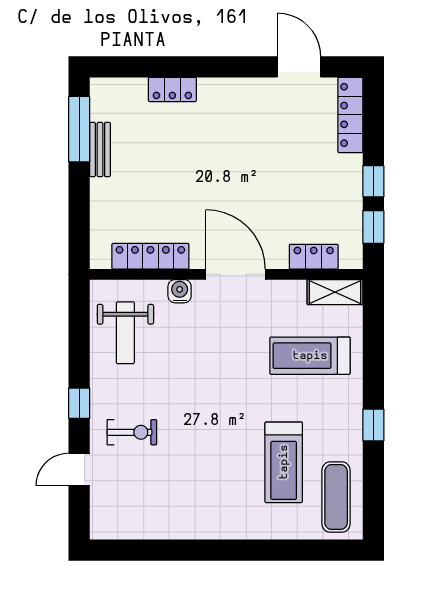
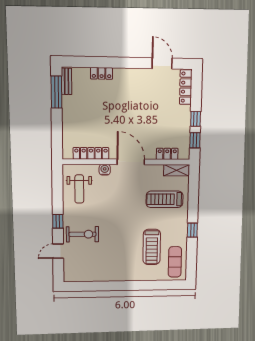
bench: (100, 149) -> (67, 81), moved
exercise bike: (132, 432) -> (82, 234), width x1.38, depth x1.39

